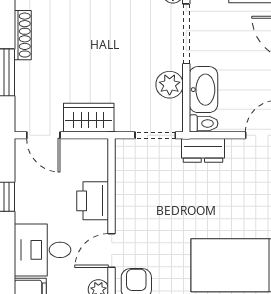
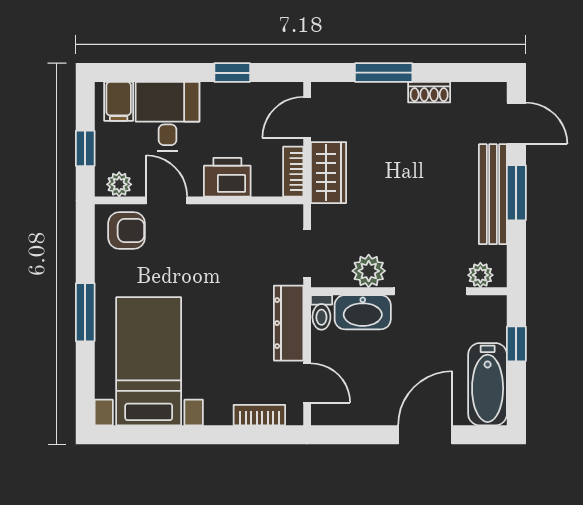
shoe rack: (23, 35) -> (429, 92), width x0.70
bookcase: (88, 147) -> (293, 172), added
dresser: (203, 150) -> (289, 323), width x1.44

